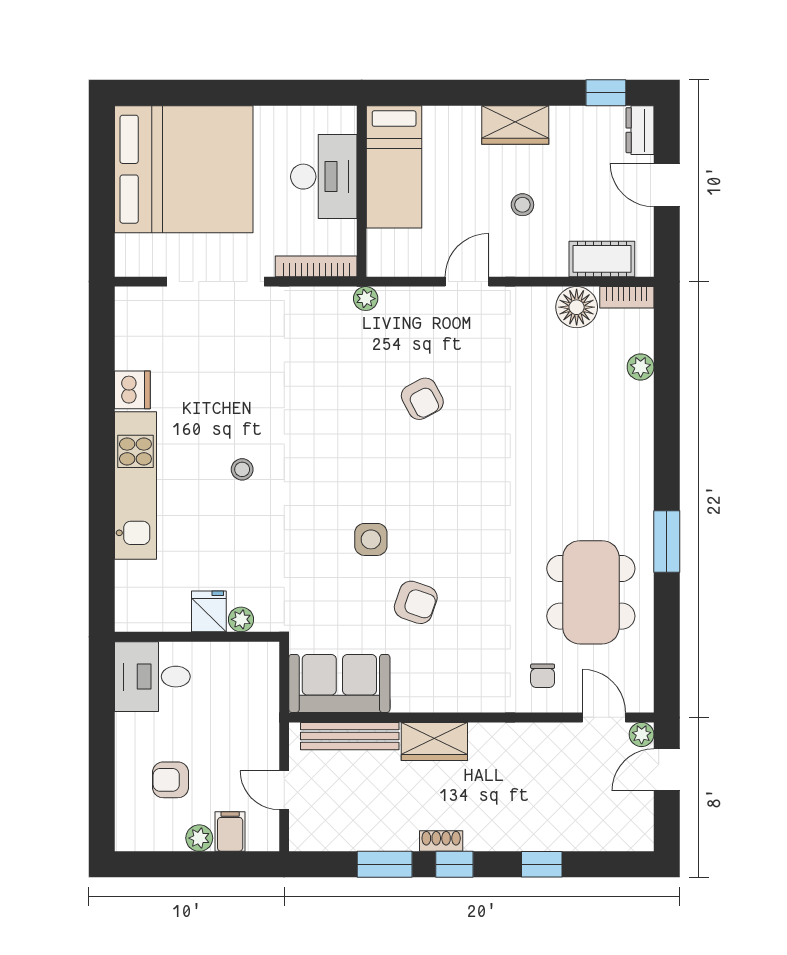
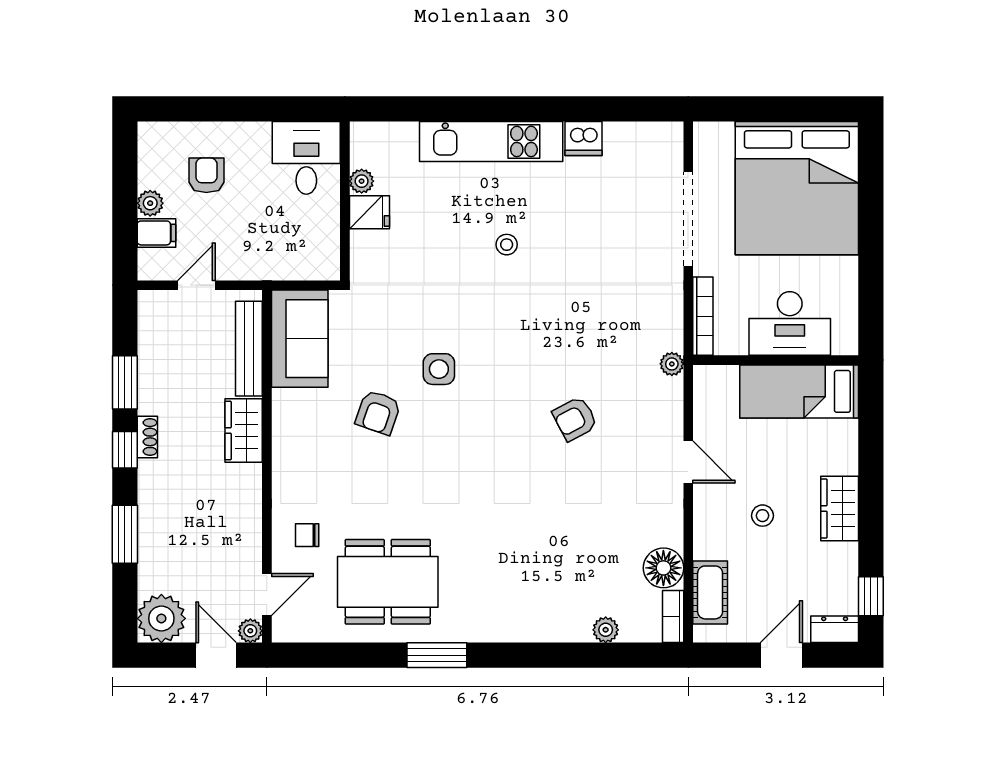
plant: (241, 619) -> (362, 181), moved
plant: (629, 827) -> (161, 618), added
window: (542, 864) -> (125, 534), width x1.50

